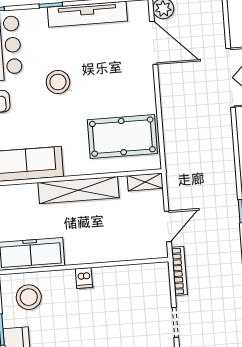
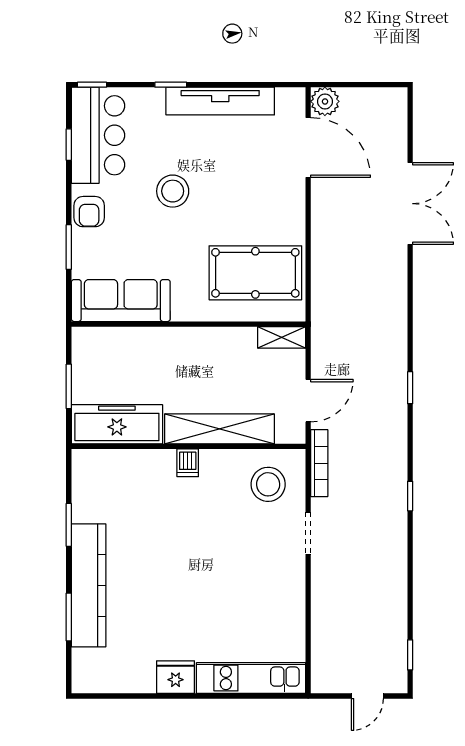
shelving: (79, 190) -> (219, 429), moved
stool: (29, 297) -> (268, 484), moved

